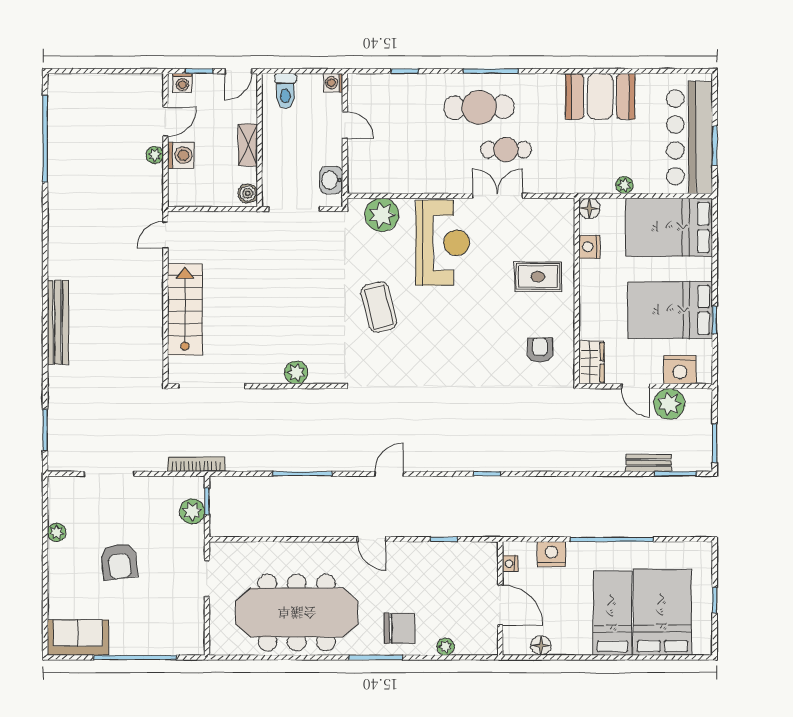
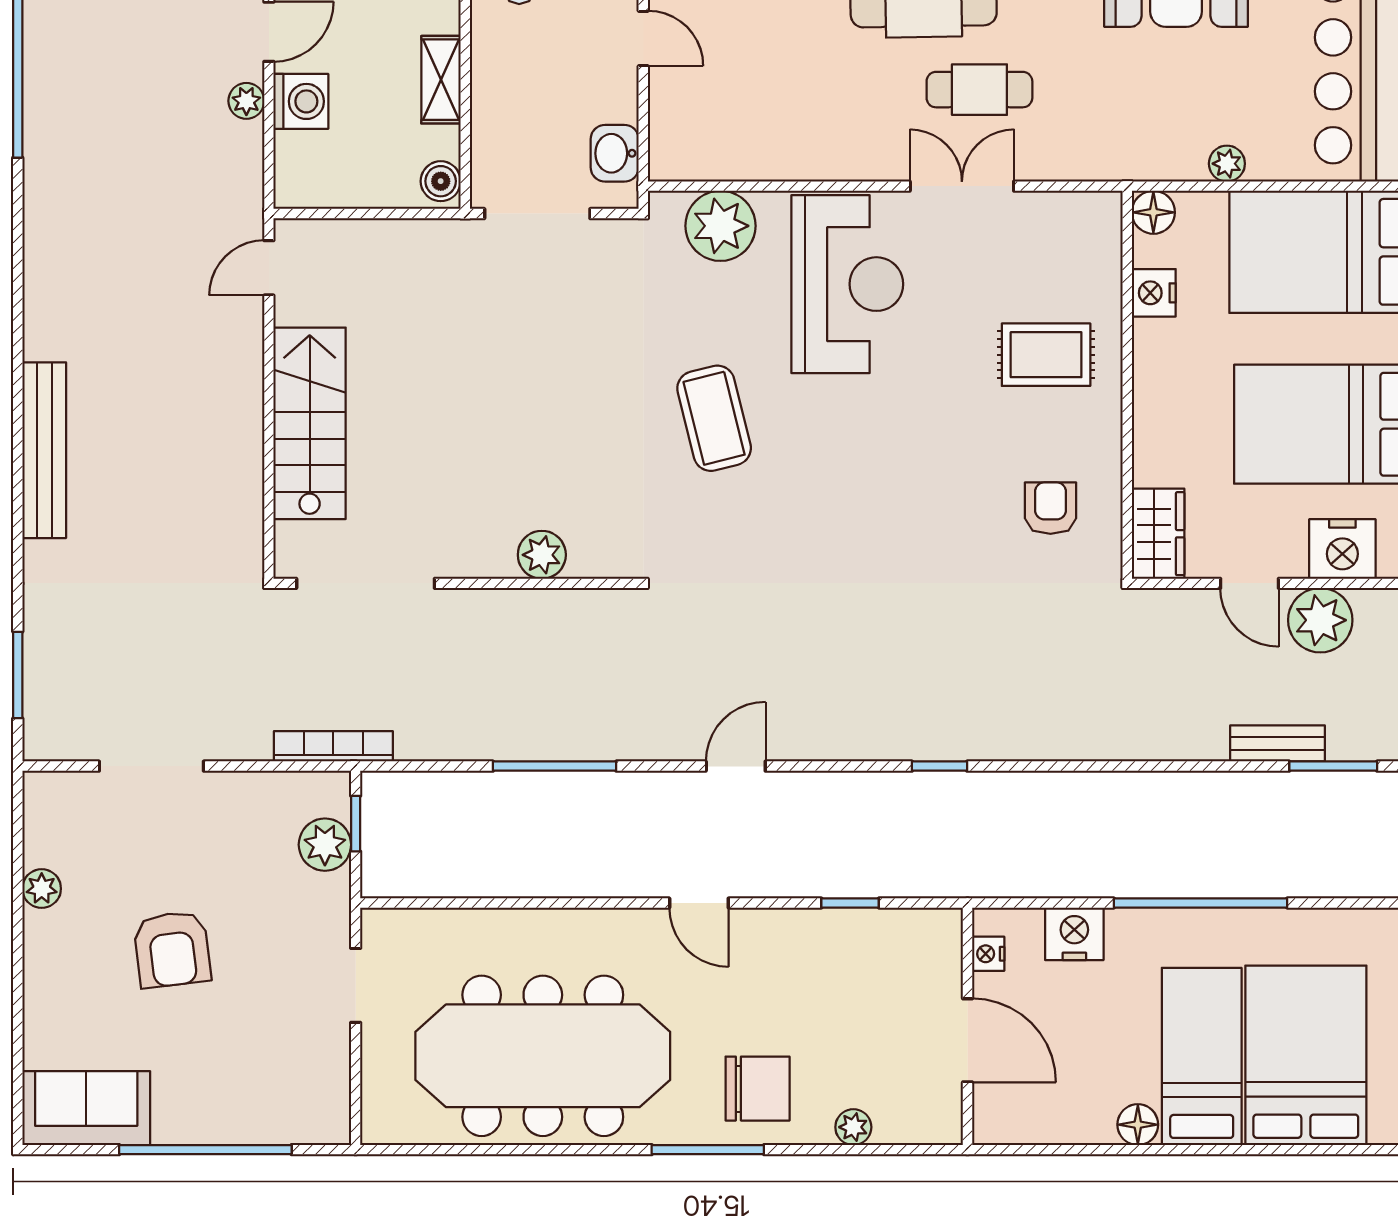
floor lamp: (541, 646) -> (1138, 1125), moved

